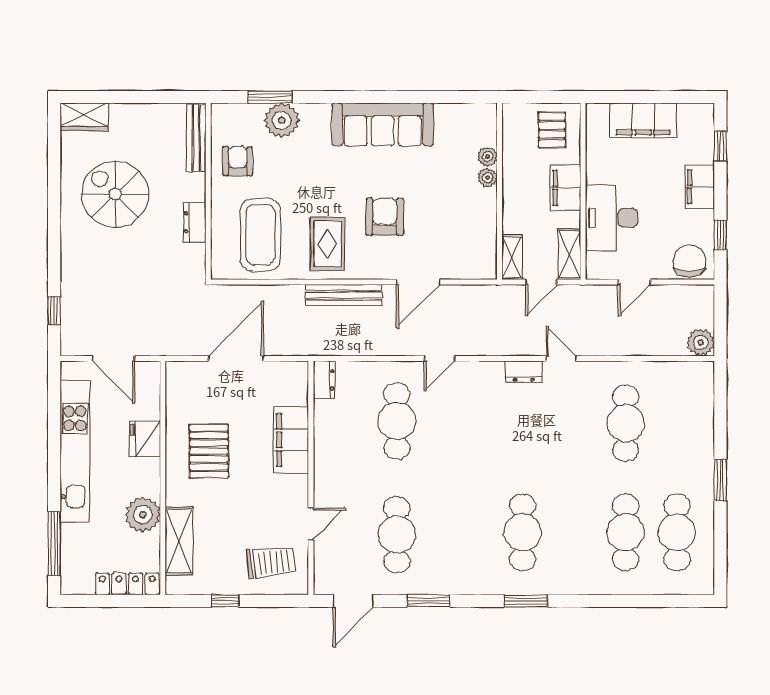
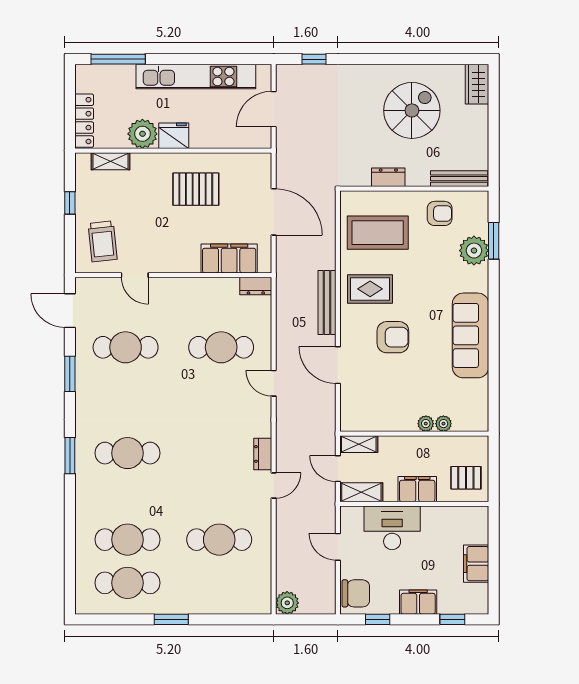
filing cabinet: (643, 120) -> (476, 564), width x0.67, depth x0.86
fridge: (145, 439) -> (174, 136), moved
filing cabinet: (291, 440) -> (229, 258), moved
shelving: (179, 541) -> (111, 161), width x0.67, depth x0.75

